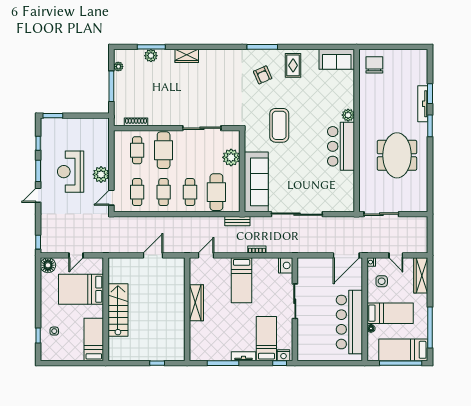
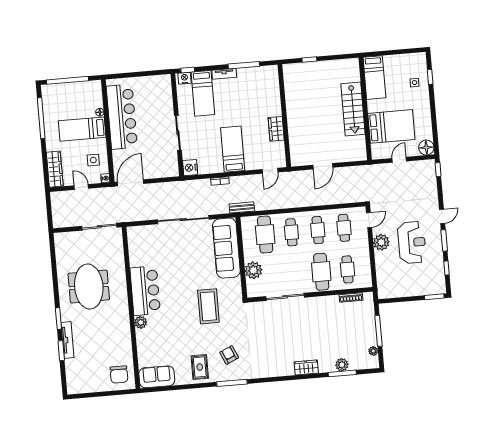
wardrobe: (196, 303) -> (276, 129), width x0.67
bed: (403, 350) -> (66, 94), removed

